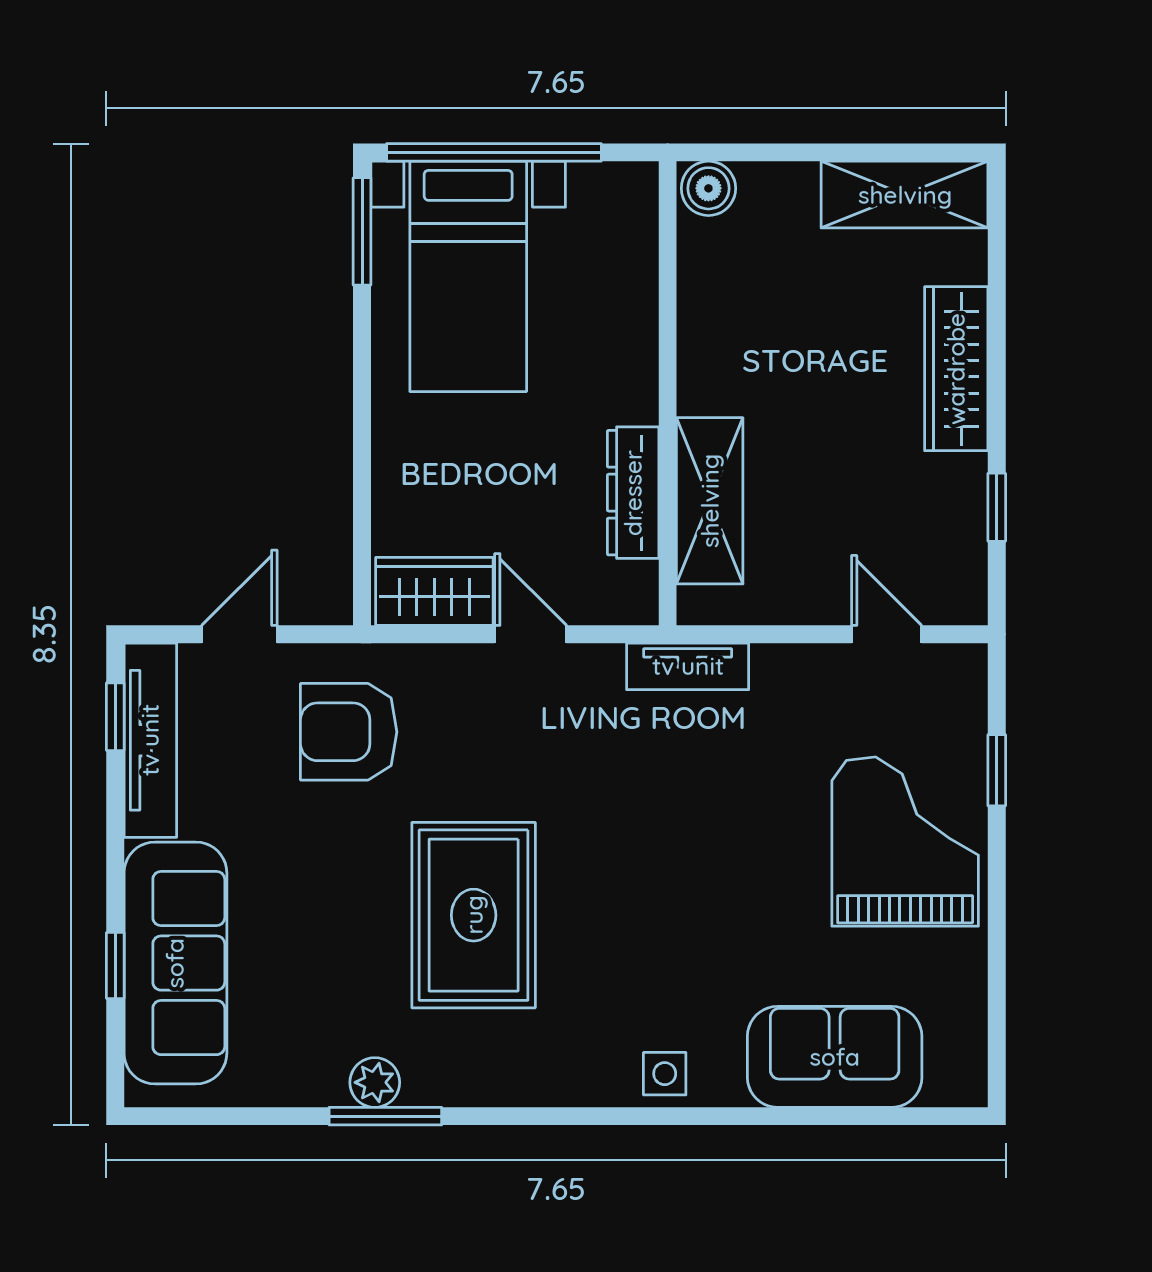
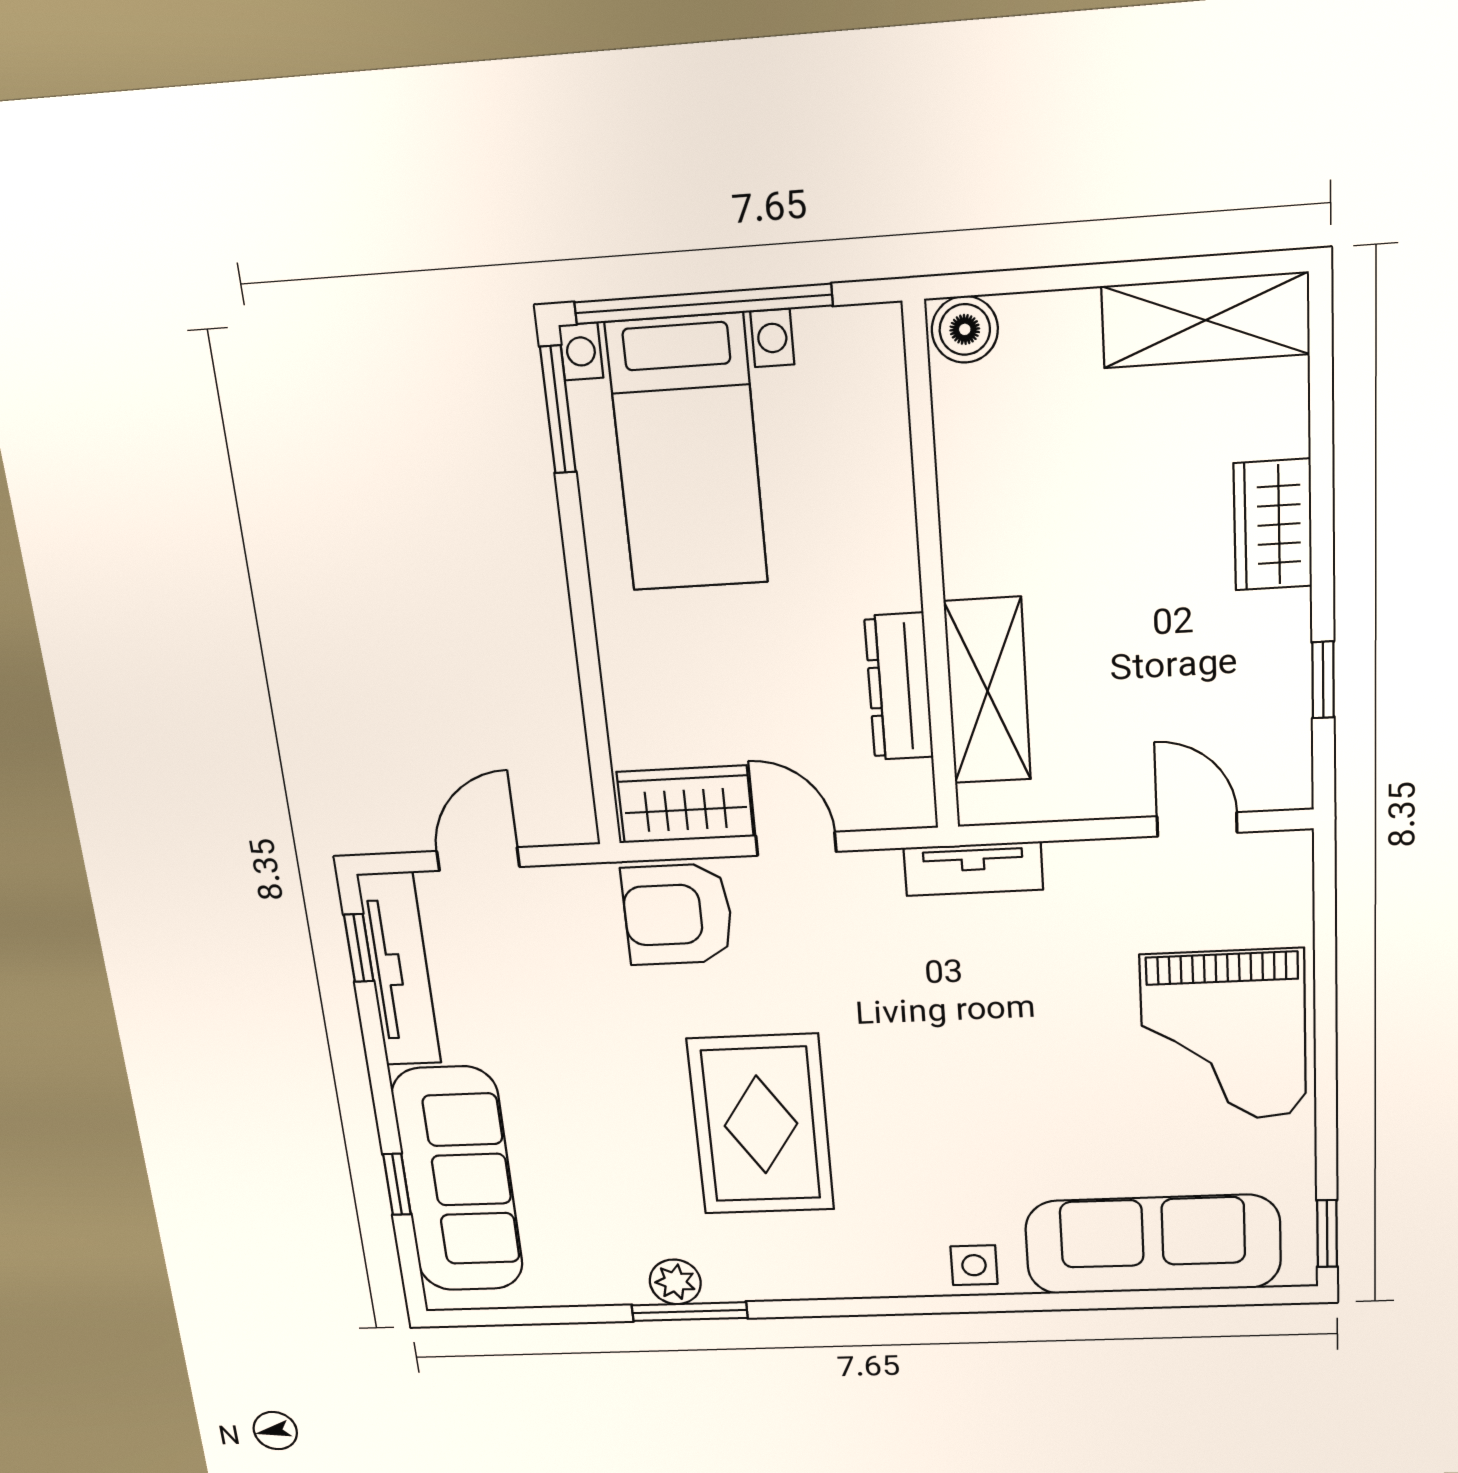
wardrobe: (956, 369) -> (1273, 525), width x0.67
armchair: (349, 732) -> (678, 914), moved
window: (997, 770) -> (1327, 1234), moved
grand piano: (905, 842) -> (1223, 1036), turned 180
sofa: (835, 1057) -> (1153, 1245), width x1.36

